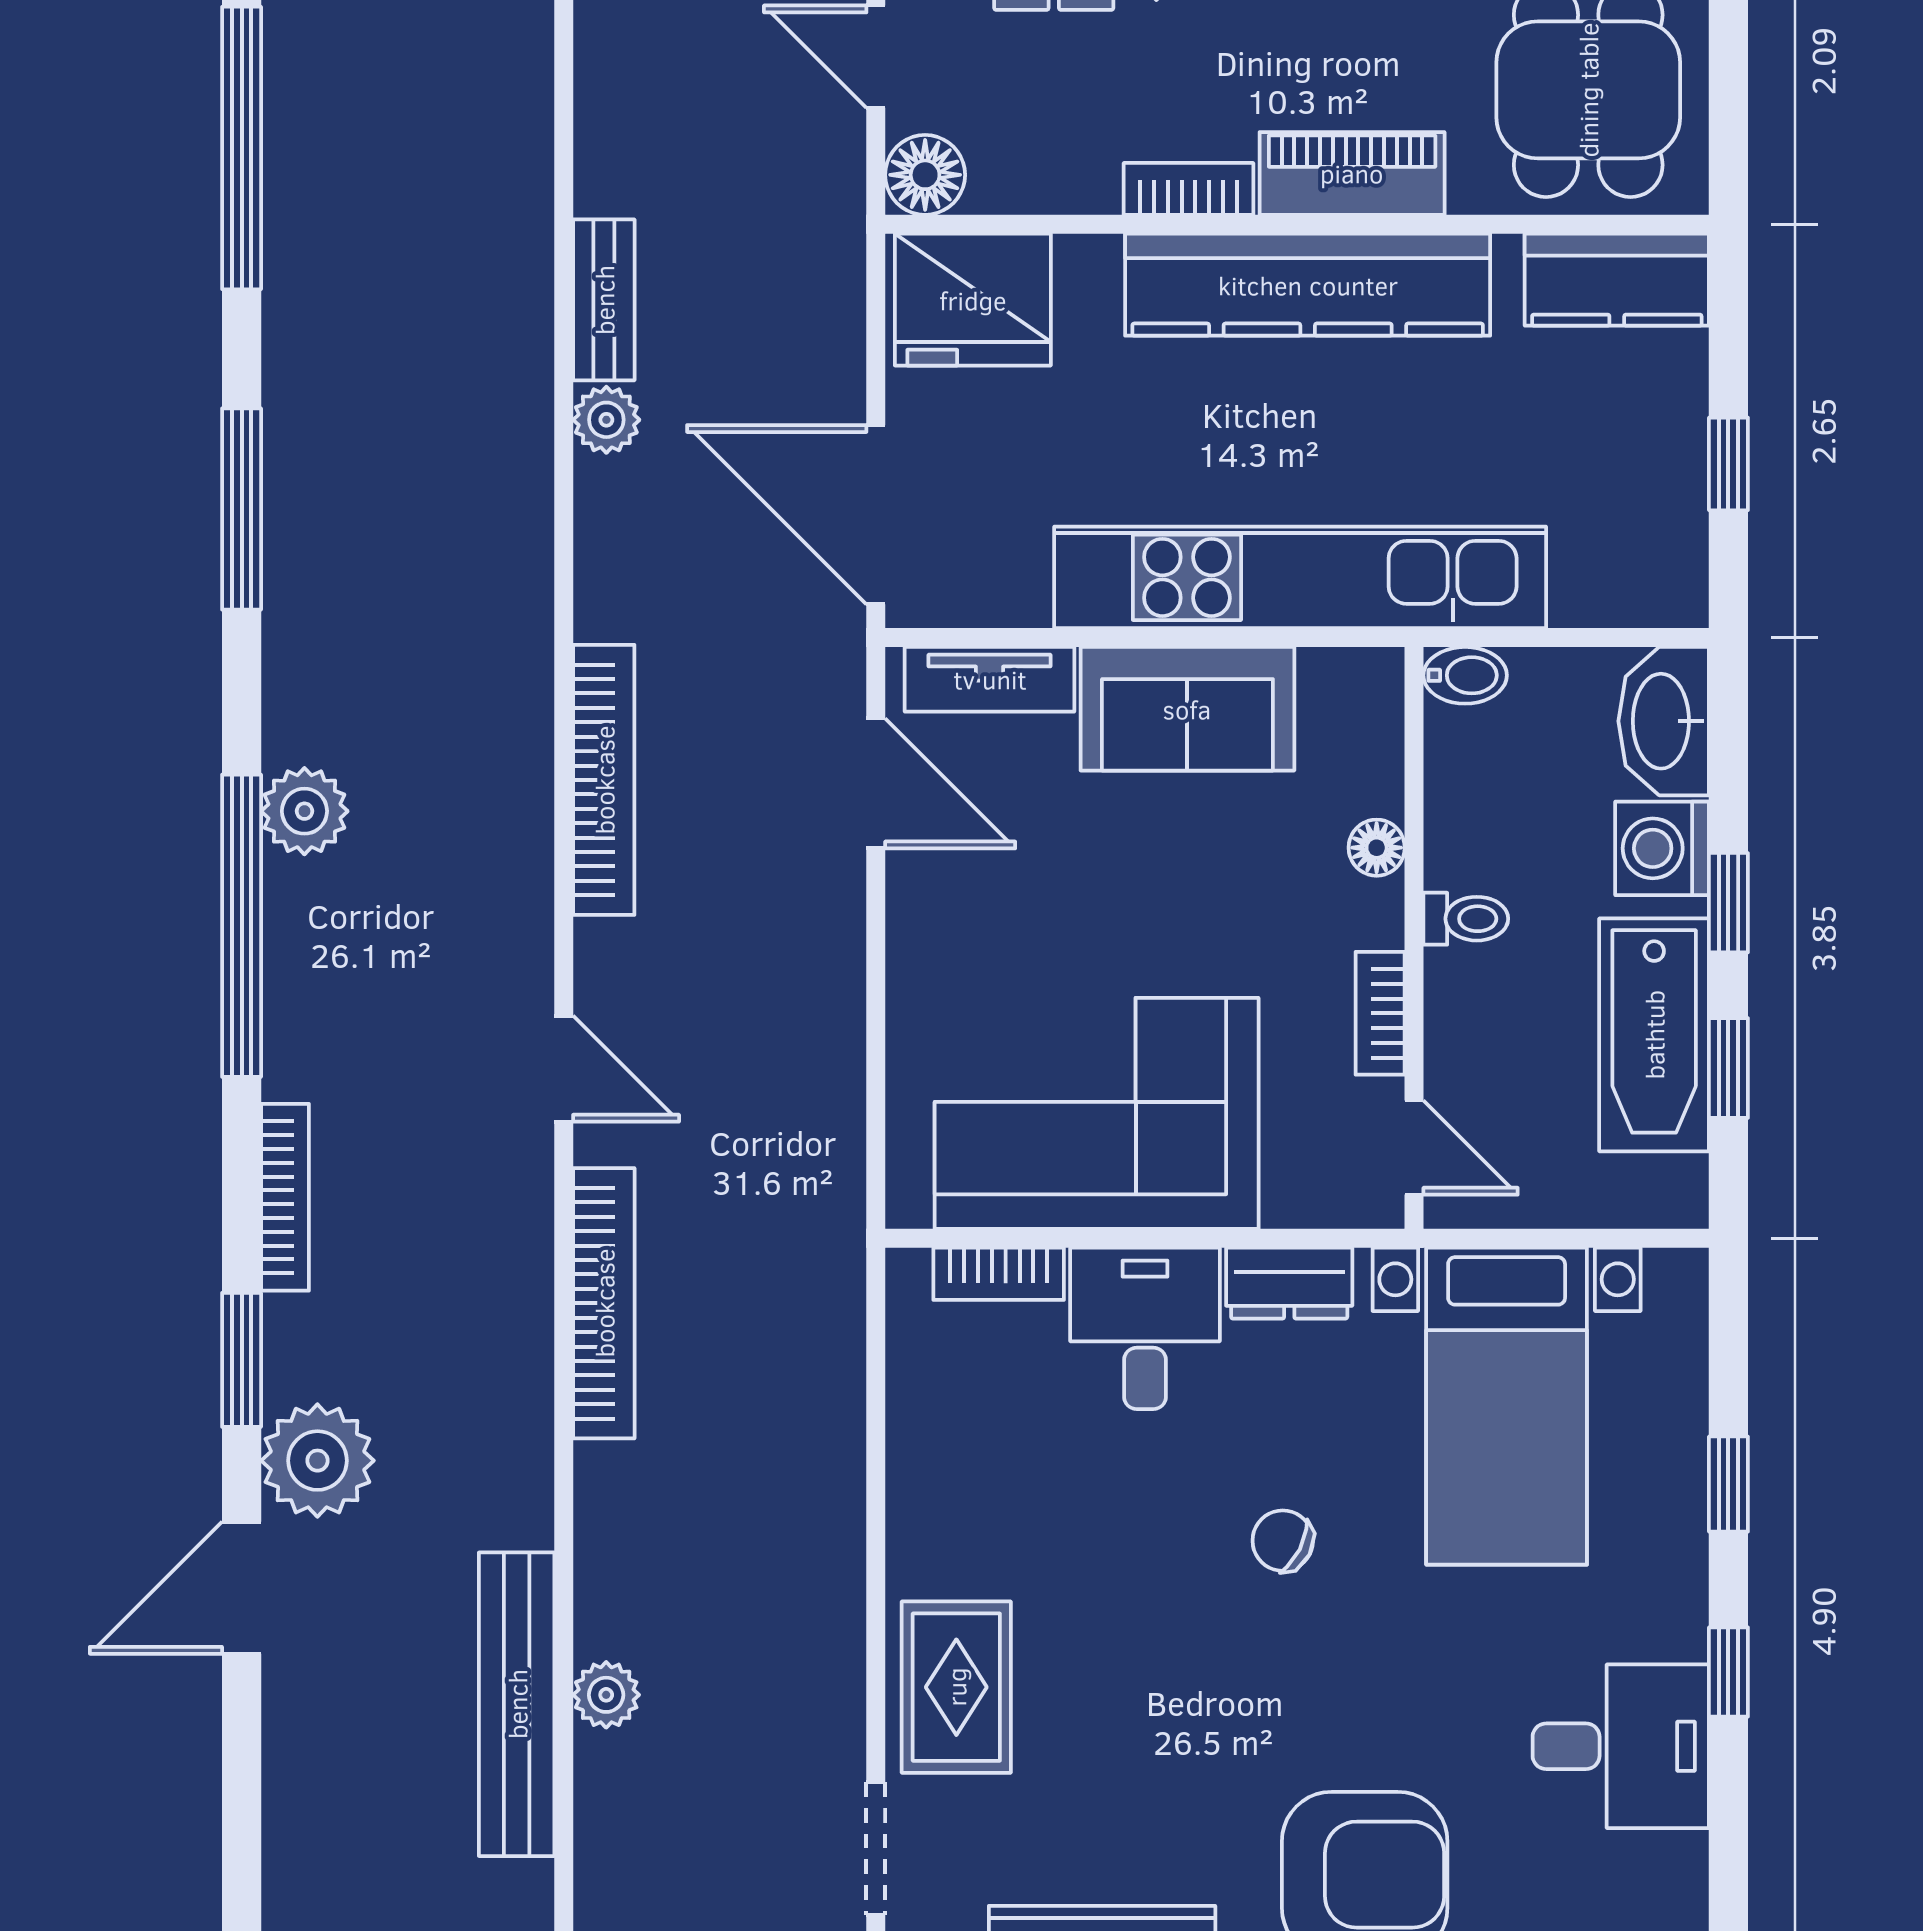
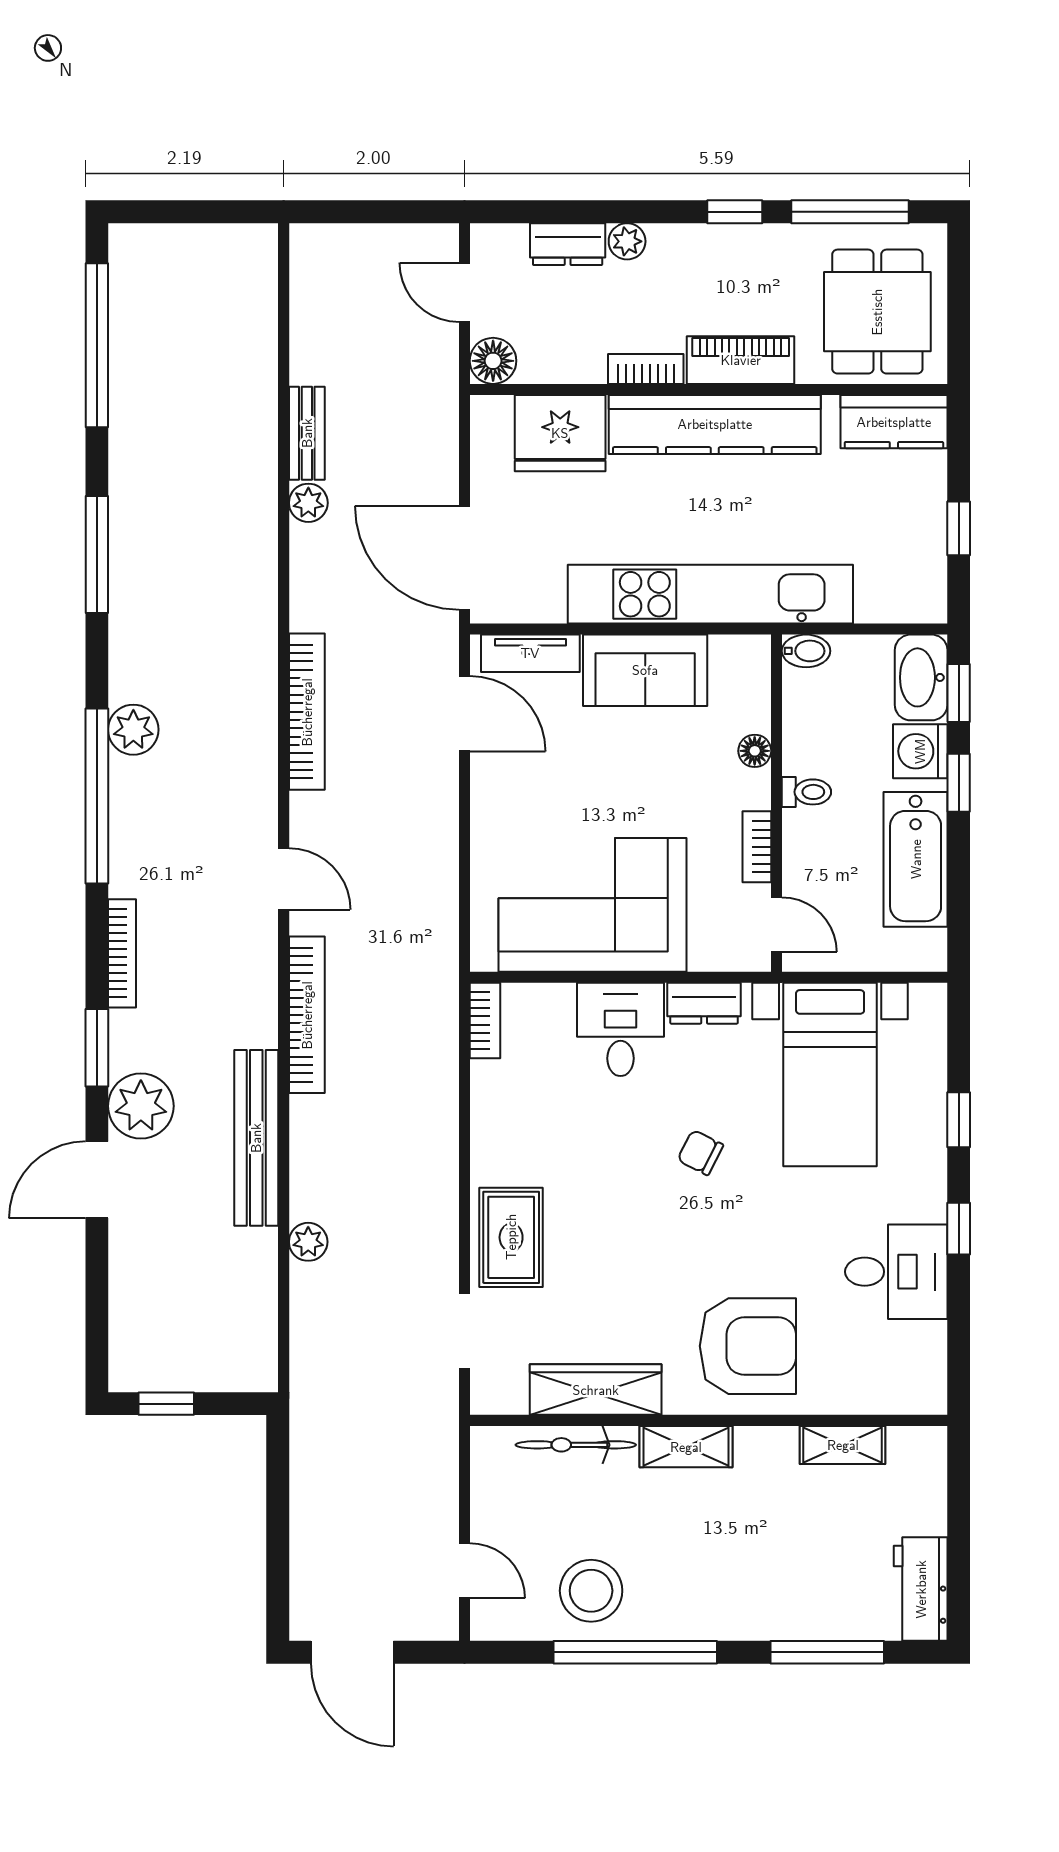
fridge: (973, 300) -> (560, 433), moved
window: (1728, 1068) -> (959, 693), moved
bookcase: (999, 1274) -> (485, 1020), moved, turned -90
bench: (517, 1704) -> (256, 1138), moved

